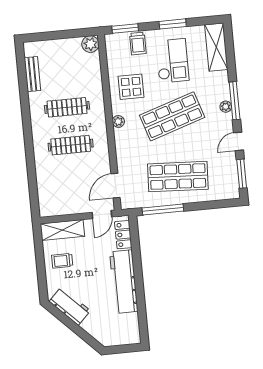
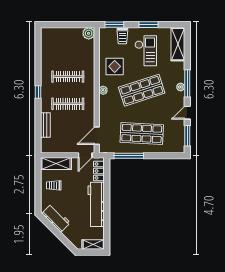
bench: (32, 74) -> (45, 125), moved
window: (28, 133) -> (38, 92), added
shelving: (125, 338) -> (93, 245), added

